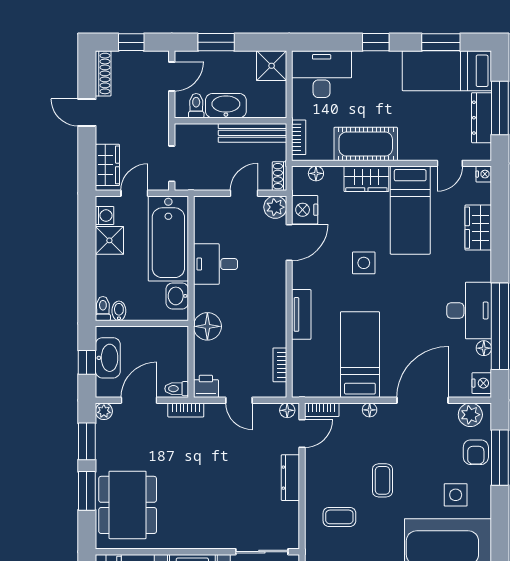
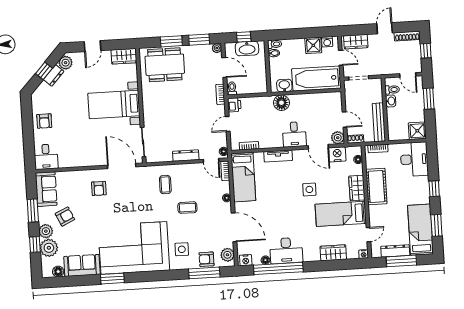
washbasin: (226, 106) -> (391, 101), width x0.52, depth x0.69
door: (450, 163) -> (368, 235), swing flipped
desk: (215, 264) -> (294, 134), moved, turned 180
floor lamp: (207, 326) -> (281, 103), moved
bed: (360, 355) -> (243, 177), moved, turned 90

